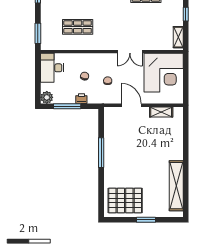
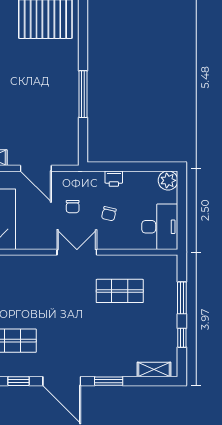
window: (38, 33) -> (182, 298), moved
double door: (130, 52) -> (77, 252), moved
window: (67, 106) -> (136, 167), removed

